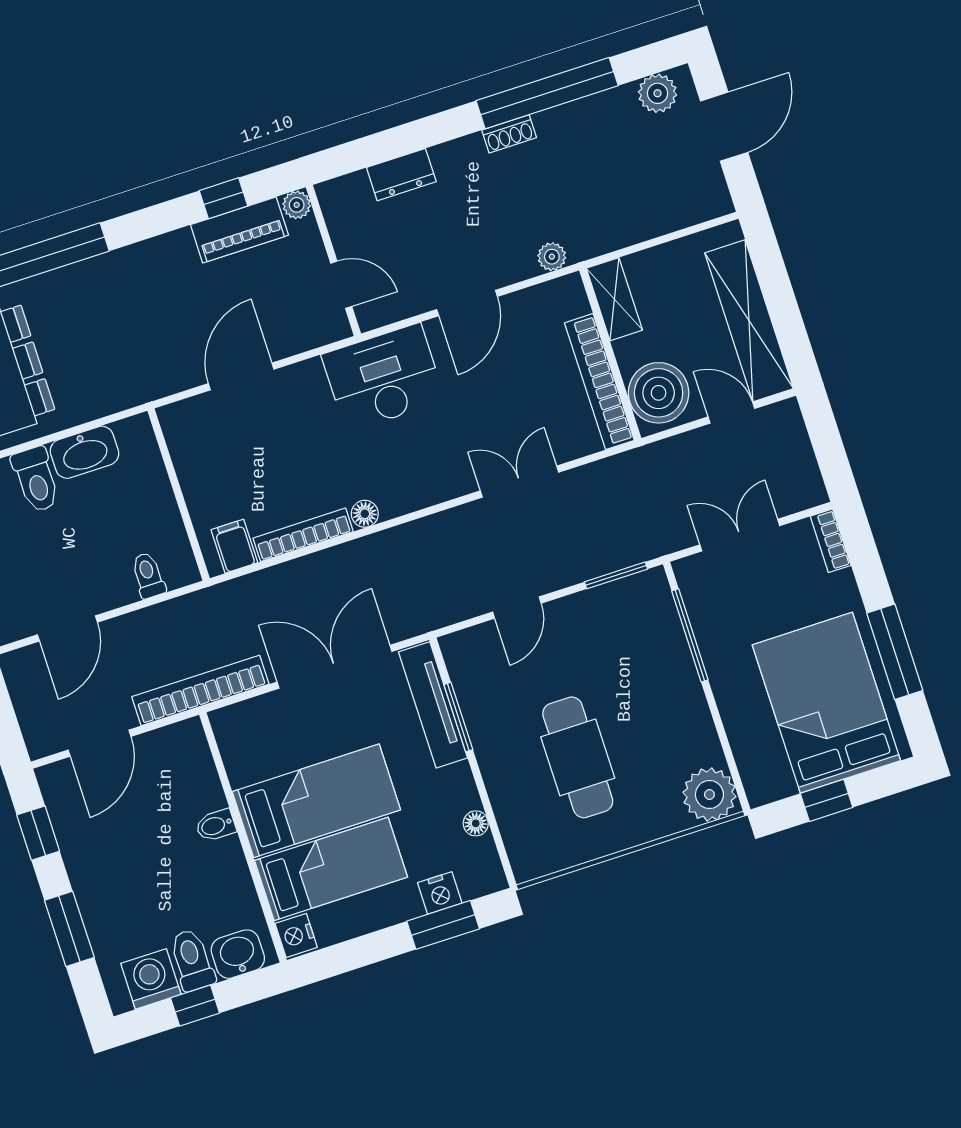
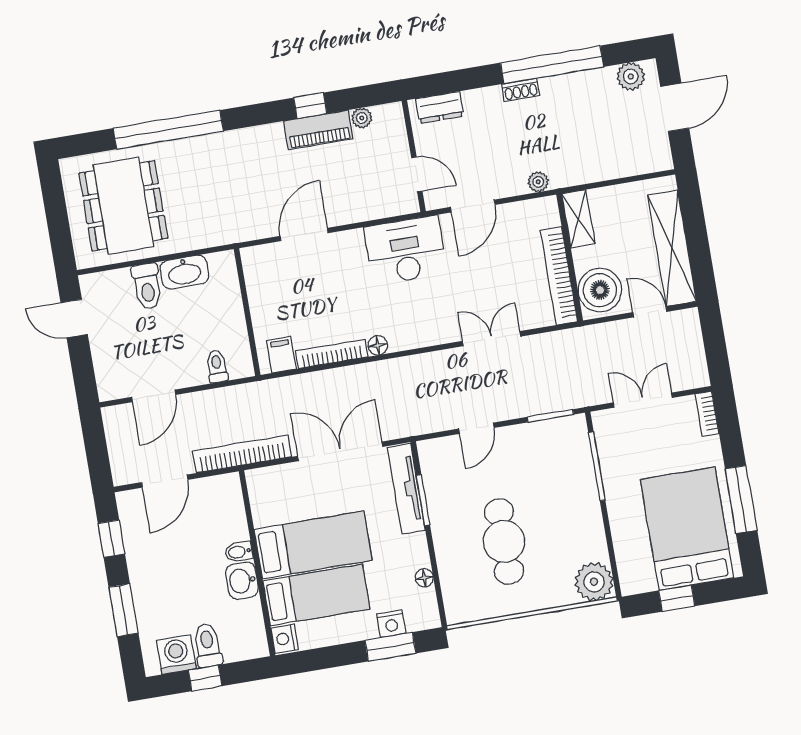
wall: (333, 260) -> (414, 156), moved
door: (341, 285) -> (417, 174), moved
washbasin: (238, 954) -> (242, 581), moved, turned -90

